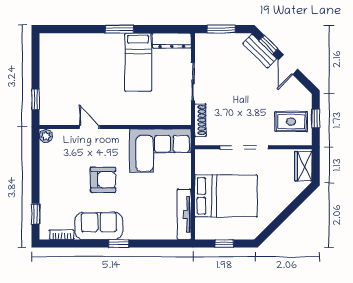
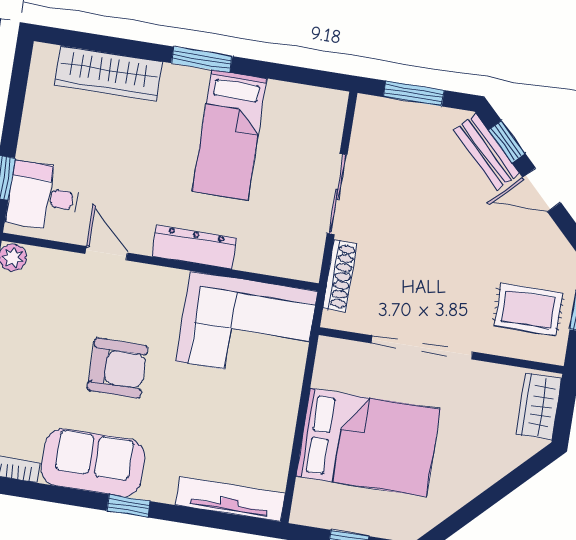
dresser: (172, 41) -> (194, 247), moved, turned 180
wardrobe: (77, 42) -> (108, 73), added
door: (288, 65) -> (542, 190), hinge flipped
desk: (56, 105) -> (43, 197), added
tv unit: (184, 214) -> (230, 499), moved, turned 90

